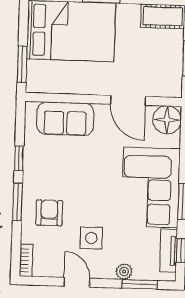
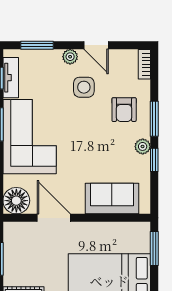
plant: (31, 173) -> (143, 146), added
plant: (124, 272) -> (70, 57), moved

